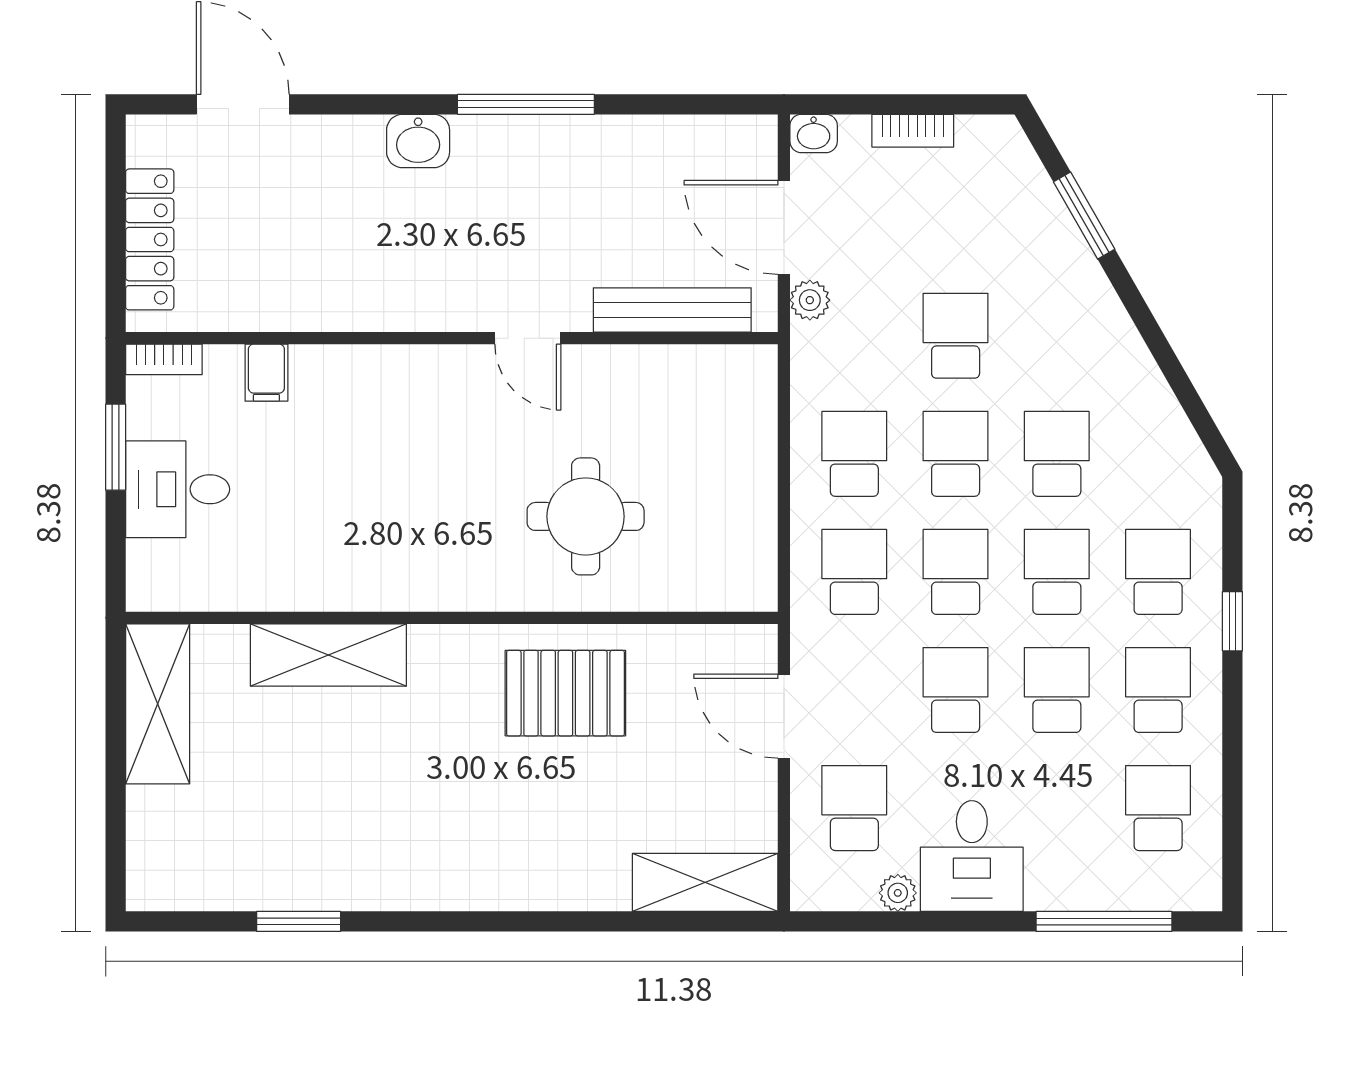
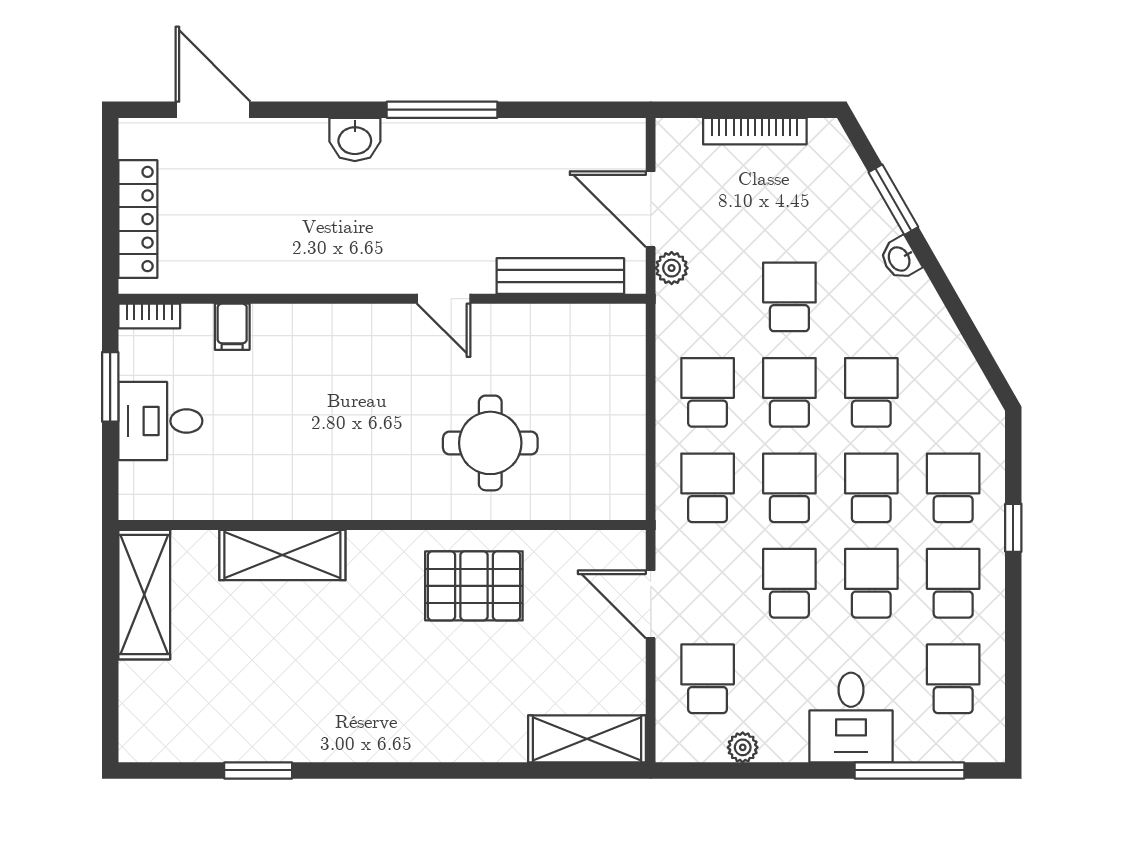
bookcase: (913, 131) -> (755, 131), width x1.56
washbasin: (814, 133) -> (900, 259), moved, turned 60
desk: (972, 856) -> (851, 718), moved

